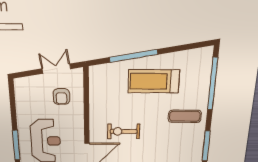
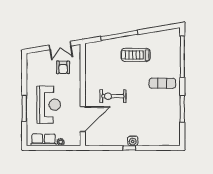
double door: (56, 69) -> (60, 46), swing flipped
treadmill: (154, 81) -> (136, 55), width x0.73, depth x0.73

